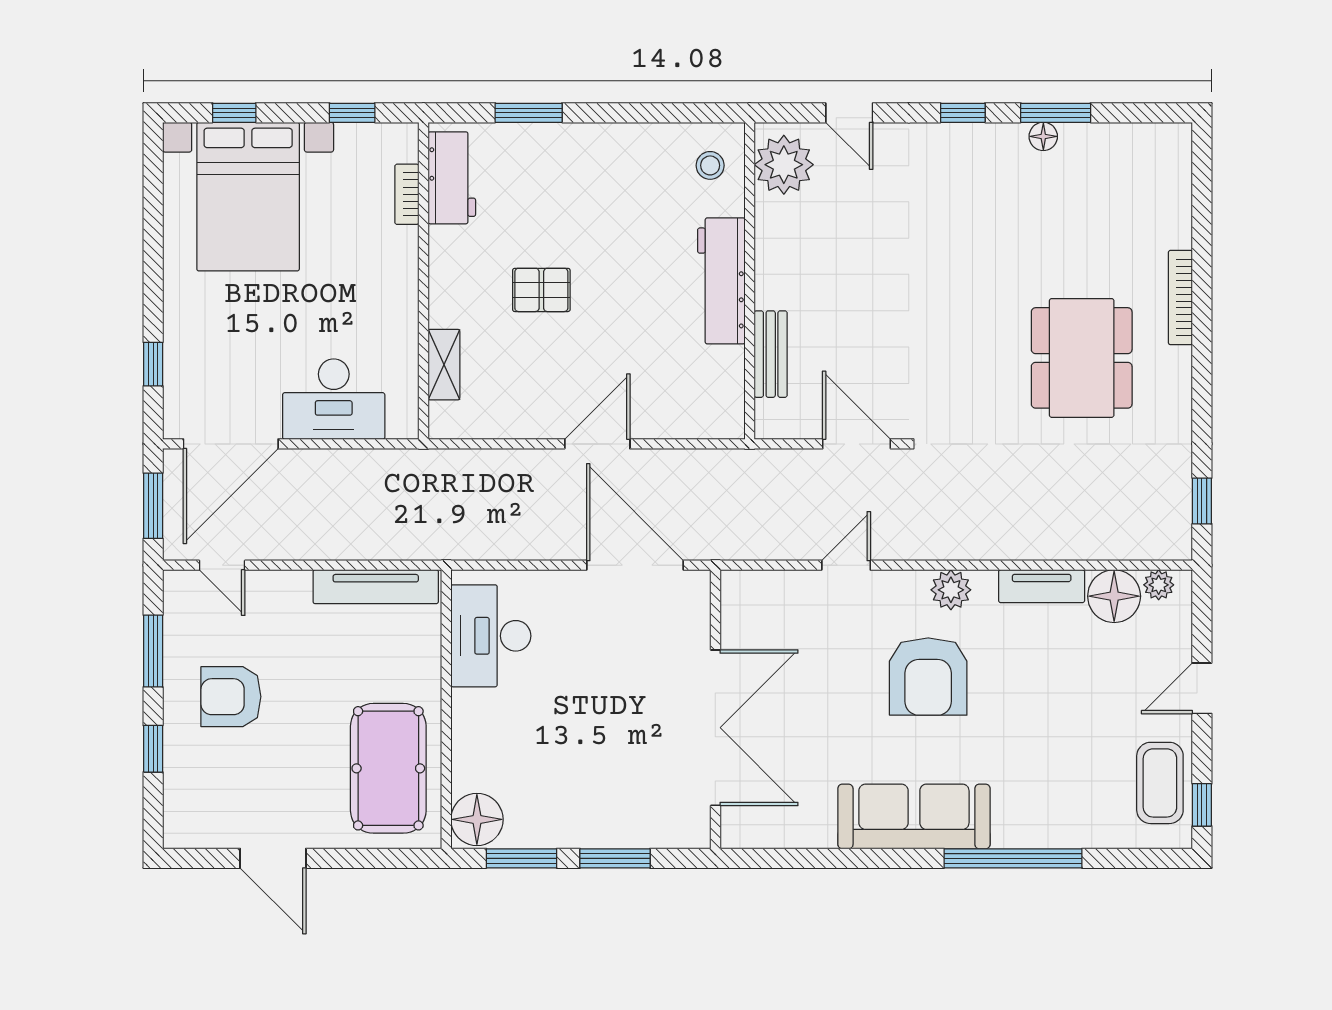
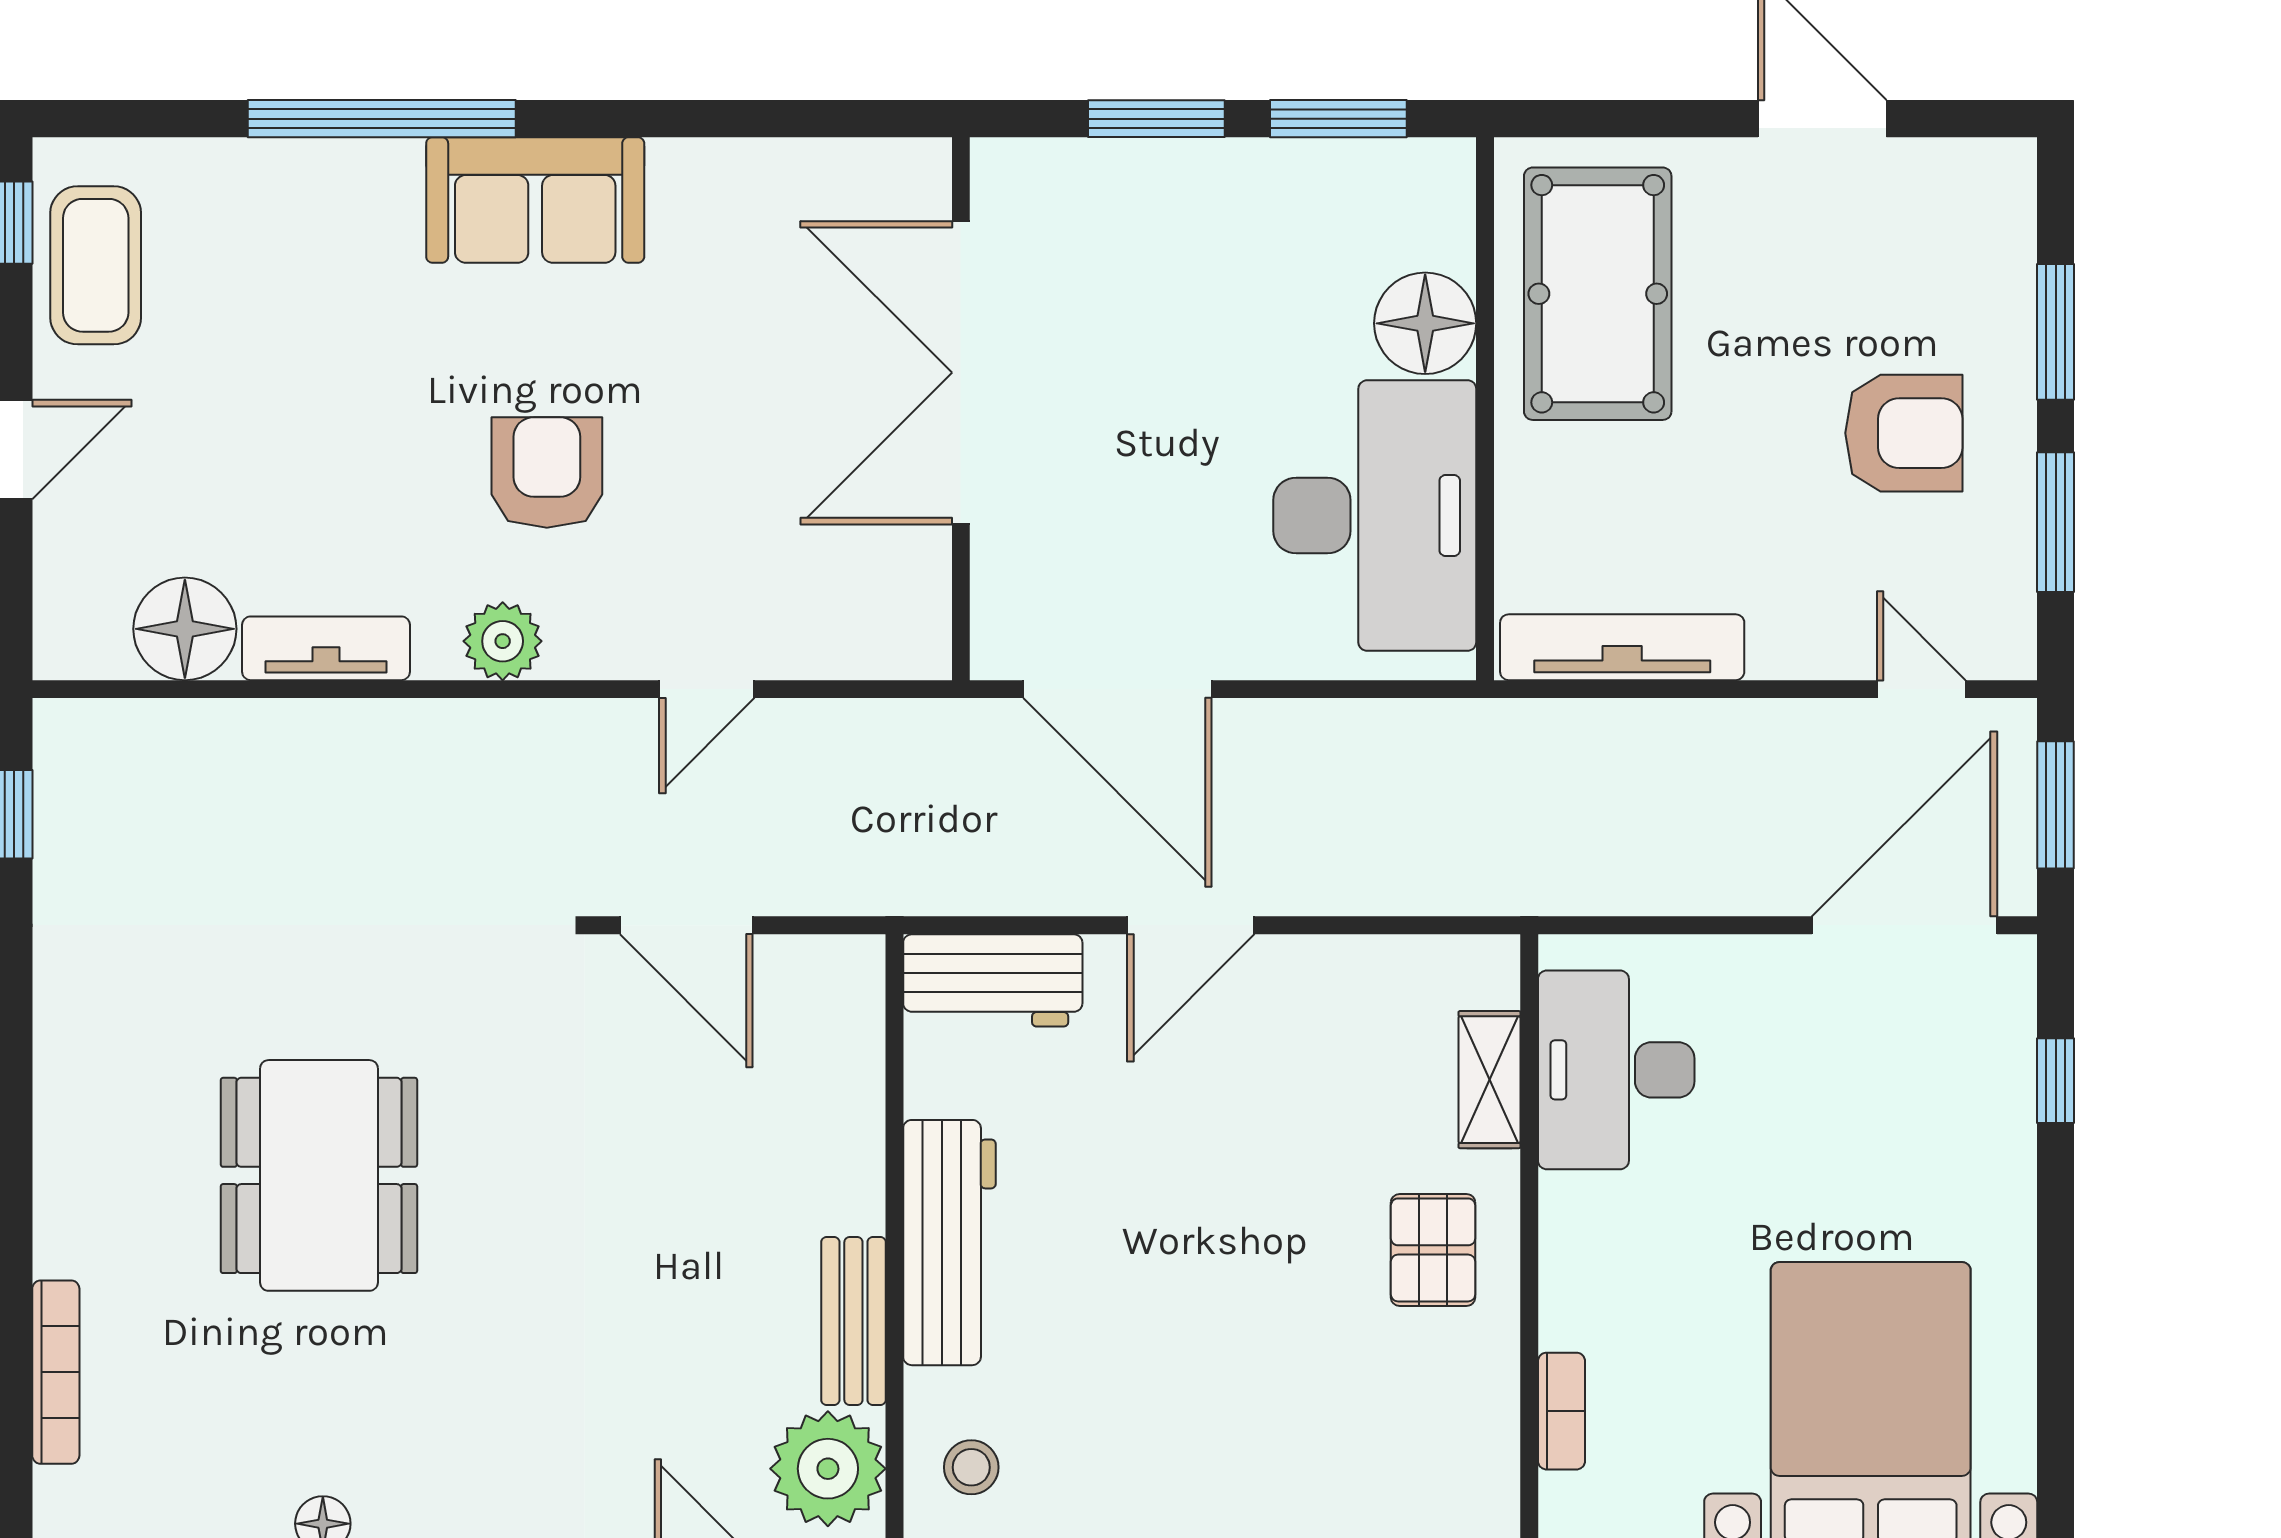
workbench: (452, 178) -> (993, 980), moved, turned -90
pallet: (541, 290) -> (1433, 1250), moved, turned 90
bookcase: (1180, 298) -> (56, 1372), moved
bench: (771, 354) -> (853, 1321), moved
dining table: (1082, 358) -> (319, 1175), moved
desk: (334, 399) -> (1616, 1070), moved, turned -90
plant: (1159, 585) -> (98, 651), removed
desk: (491, 636) -> (1375, 516), width x1.36, depth x1.30
armchair: (928, 677) -> (547, 472), width x0.73, depth x0.73
window: (153, 749) -> (2056, 332), width x1.50
sofa: (914, 816) -> (535, 200), width x0.73
floor lamp: (477, 819) -> (1425, 323), moved

